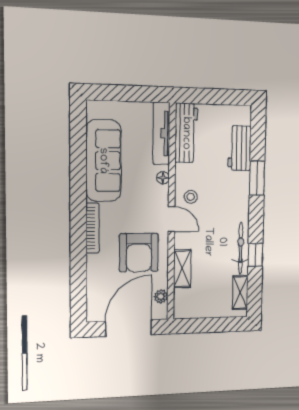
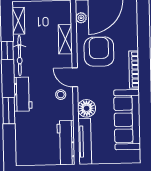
workbench: (240, 148) -> (23, 94), moved
floor lamp: (163, 178) -> (87, 108), width x1.89, depth x1.89

